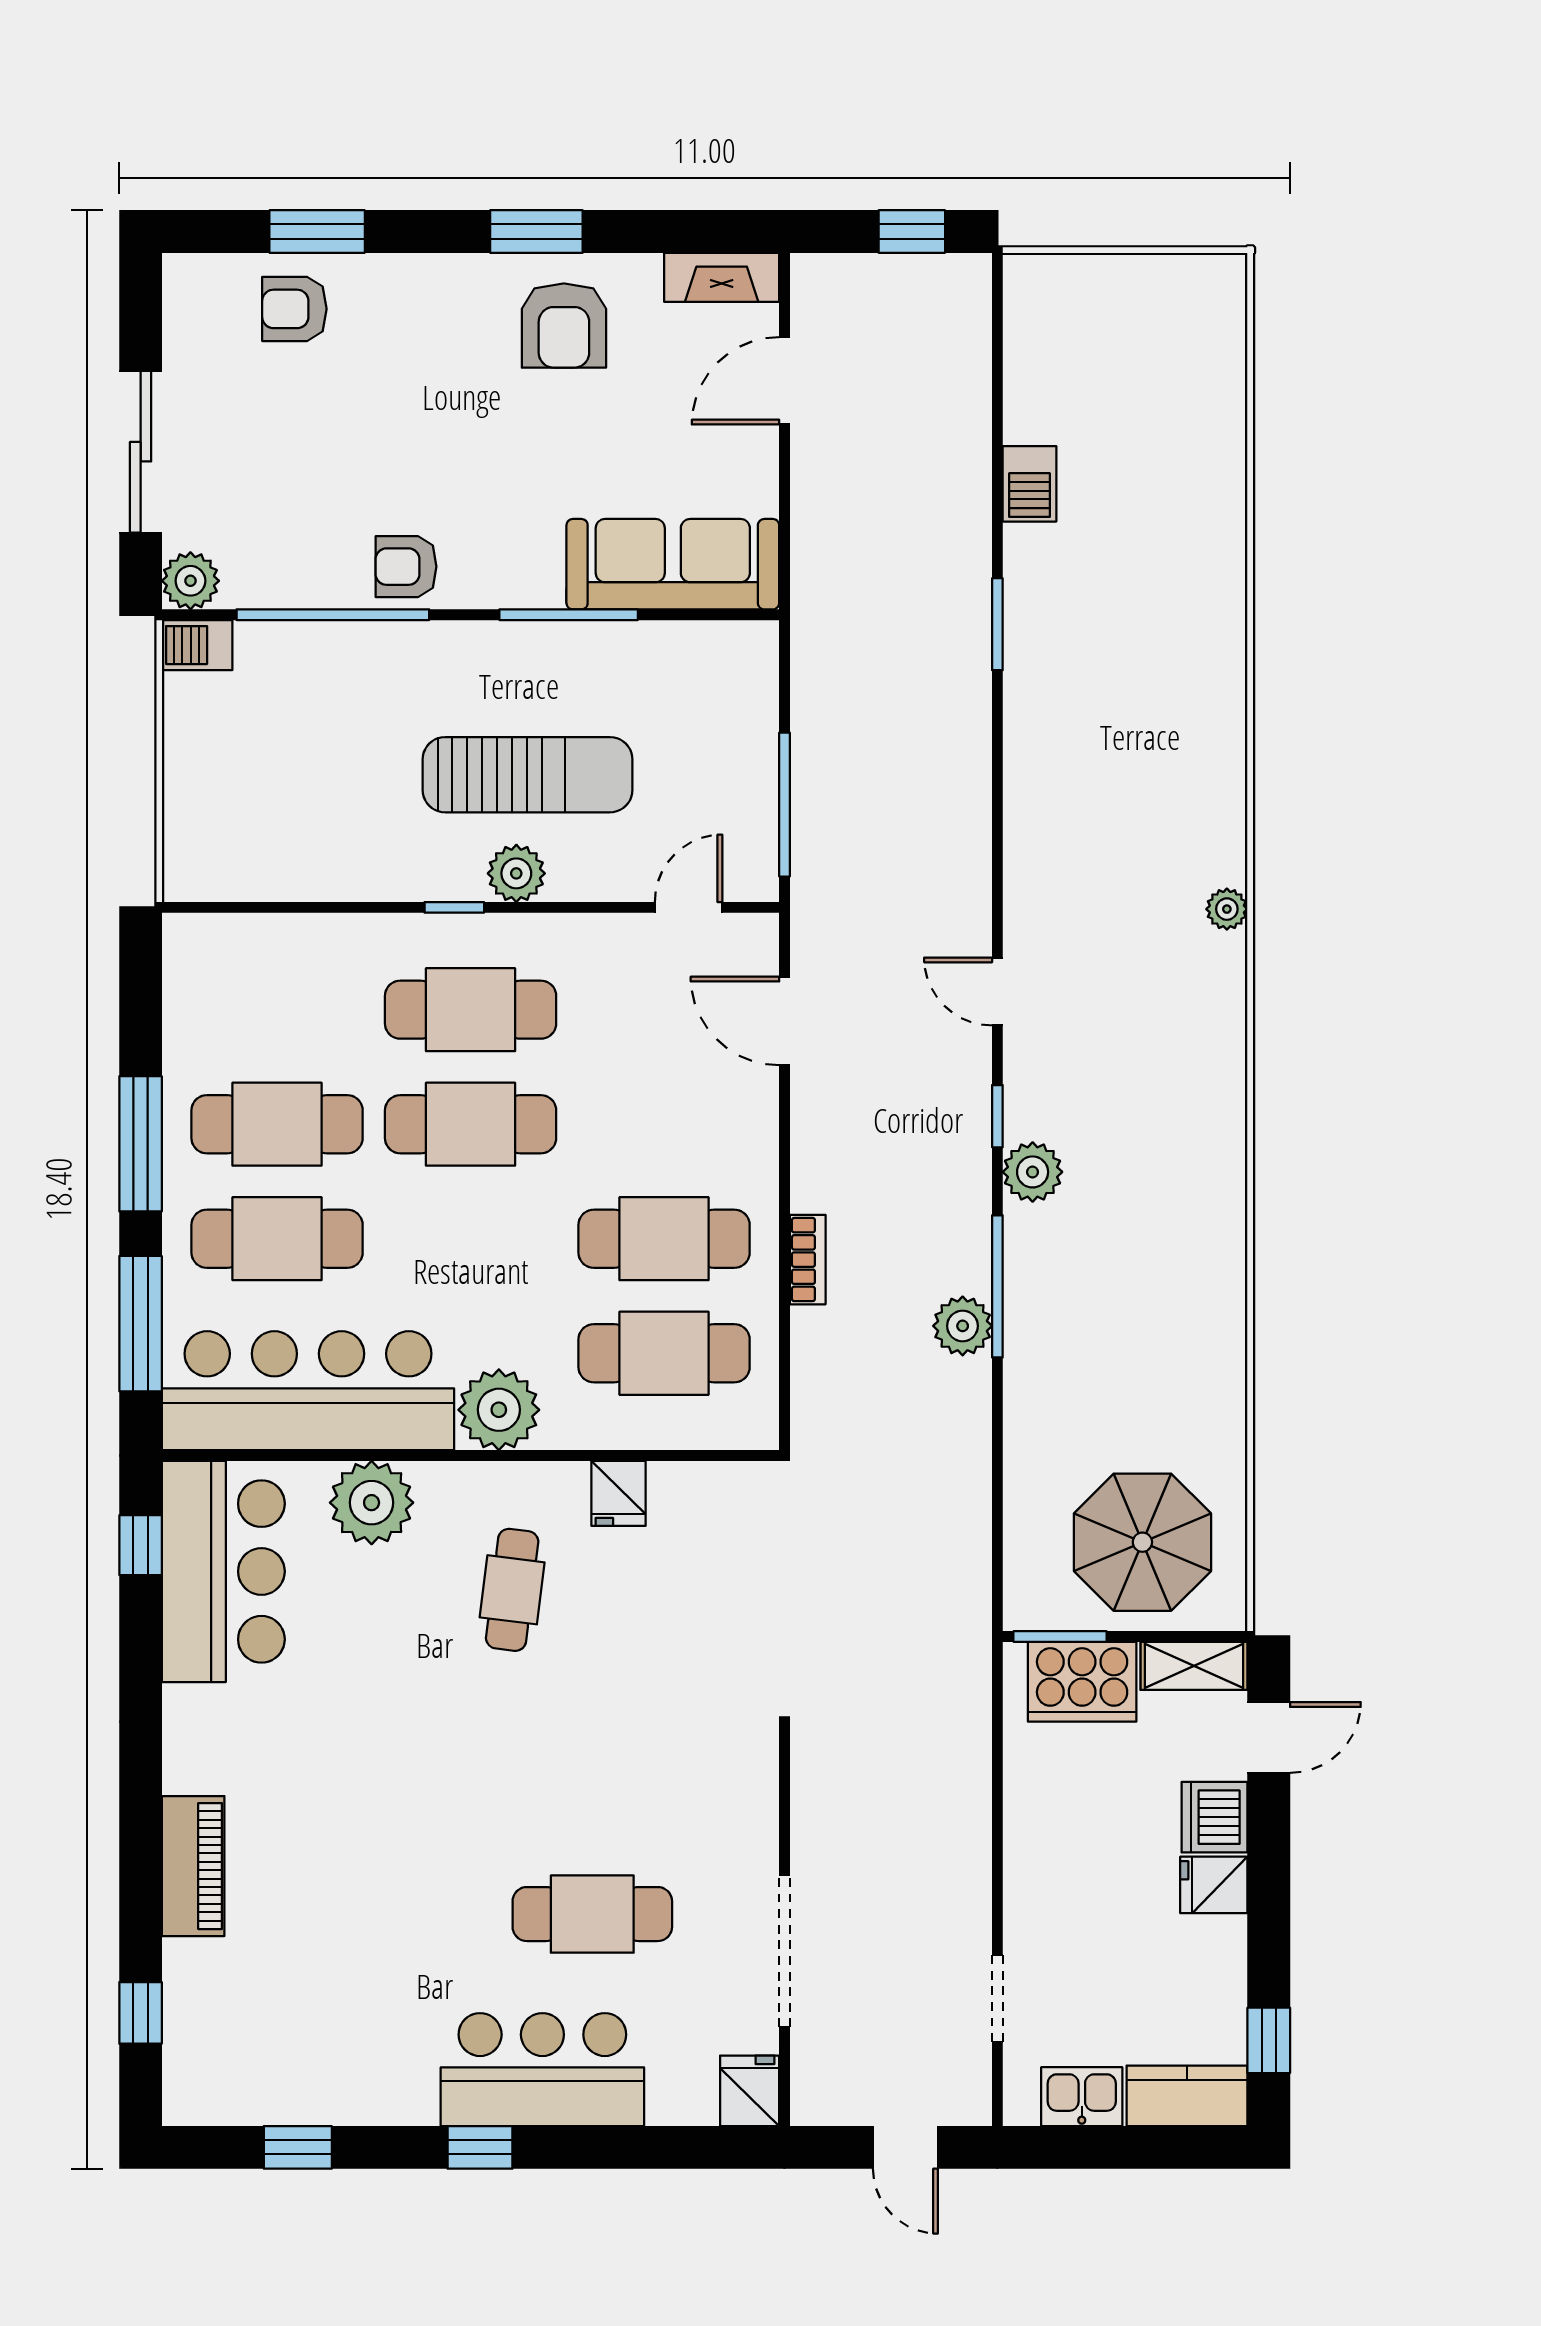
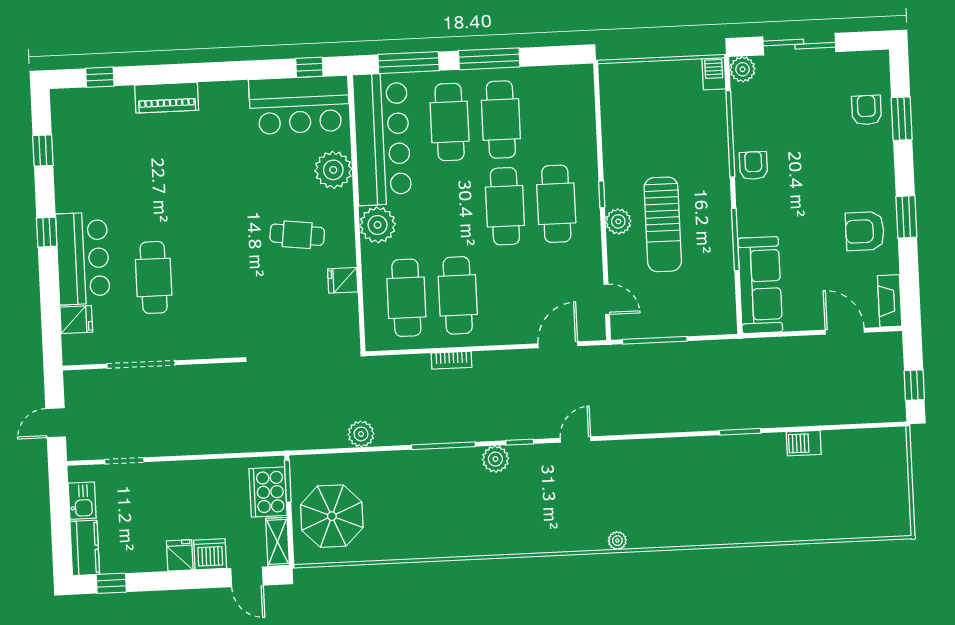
plant: (963, 1326) -> (361, 434), moved
fridge: (750, 2091) -> (76, 320), moved

